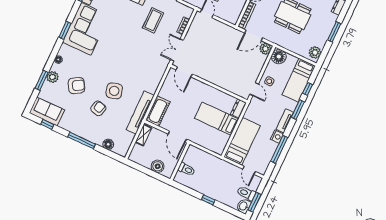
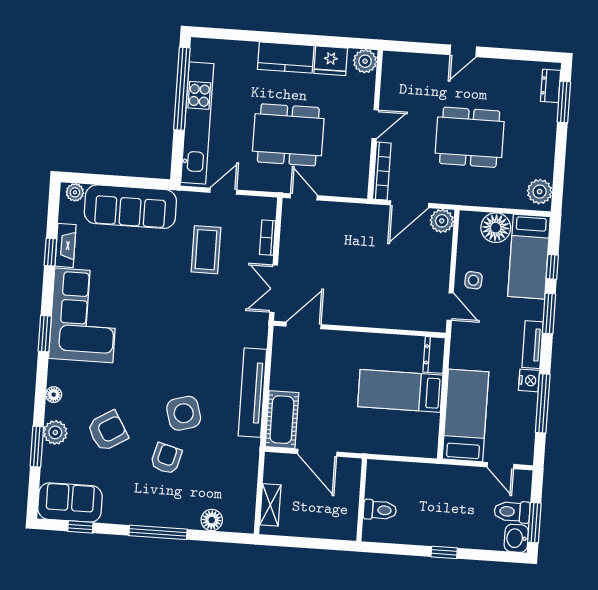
window: (334, 32) -> (564, 102), moved
floor lamp: (279, 57) -> (496, 228), moved
door: (184, 72) -> (304, 325), swing flipped
tv unit: (140, 112) -> (252, 393), moved
shelving: (143, 135) -> (270, 505), moved
door: (177, 137) -> (317, 453), moved
boiler: (158, 166) -> (323, 526), removed

